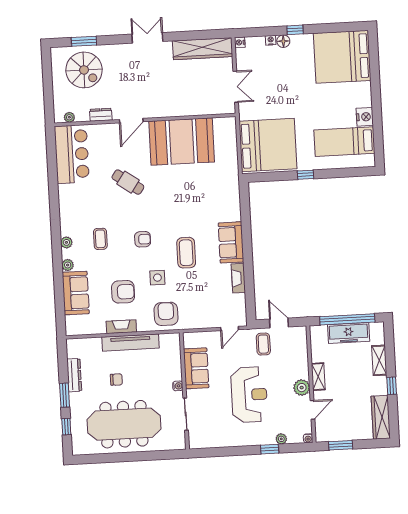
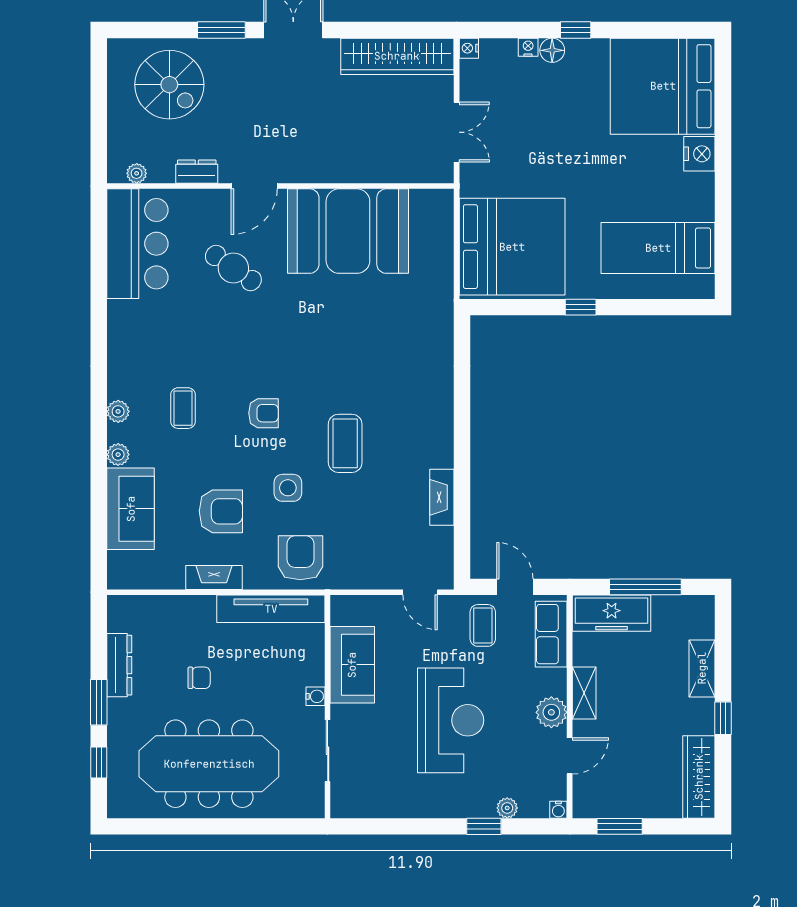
window: (84, 41) -> (221, 30), moved
nightstand: (365, 117) -> (699, 154), moved
cafe table: (128, 182) -> (233, 268), moved
sofa: (231, 242) -> (432, 428), removed
window: (347, 319) -> (645, 587), width x0.68
door: (230, 328) -> (420, 592), hinge flipped
freezer: (349, 333) -> (612, 613), moved
tv unit: (130, 343) -> (271, 609), moved
row of seats: (299, 347) -> (551, 634), added

